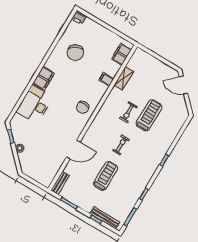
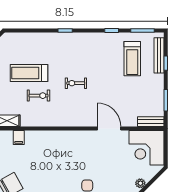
chair: (83, 107) -> (61, 145), removed
corner desk: (43, 168) -> (147, 148), added
treadmill: (106, 176) -> (132, 59), moved, turned -90

